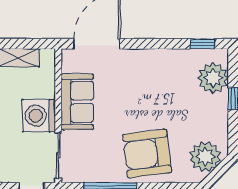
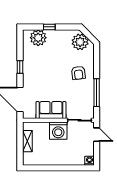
window: (202, 44) -> (20, 67), moved
armchair: (147, 153) -> (78, 73), width x0.53, depth x0.53

